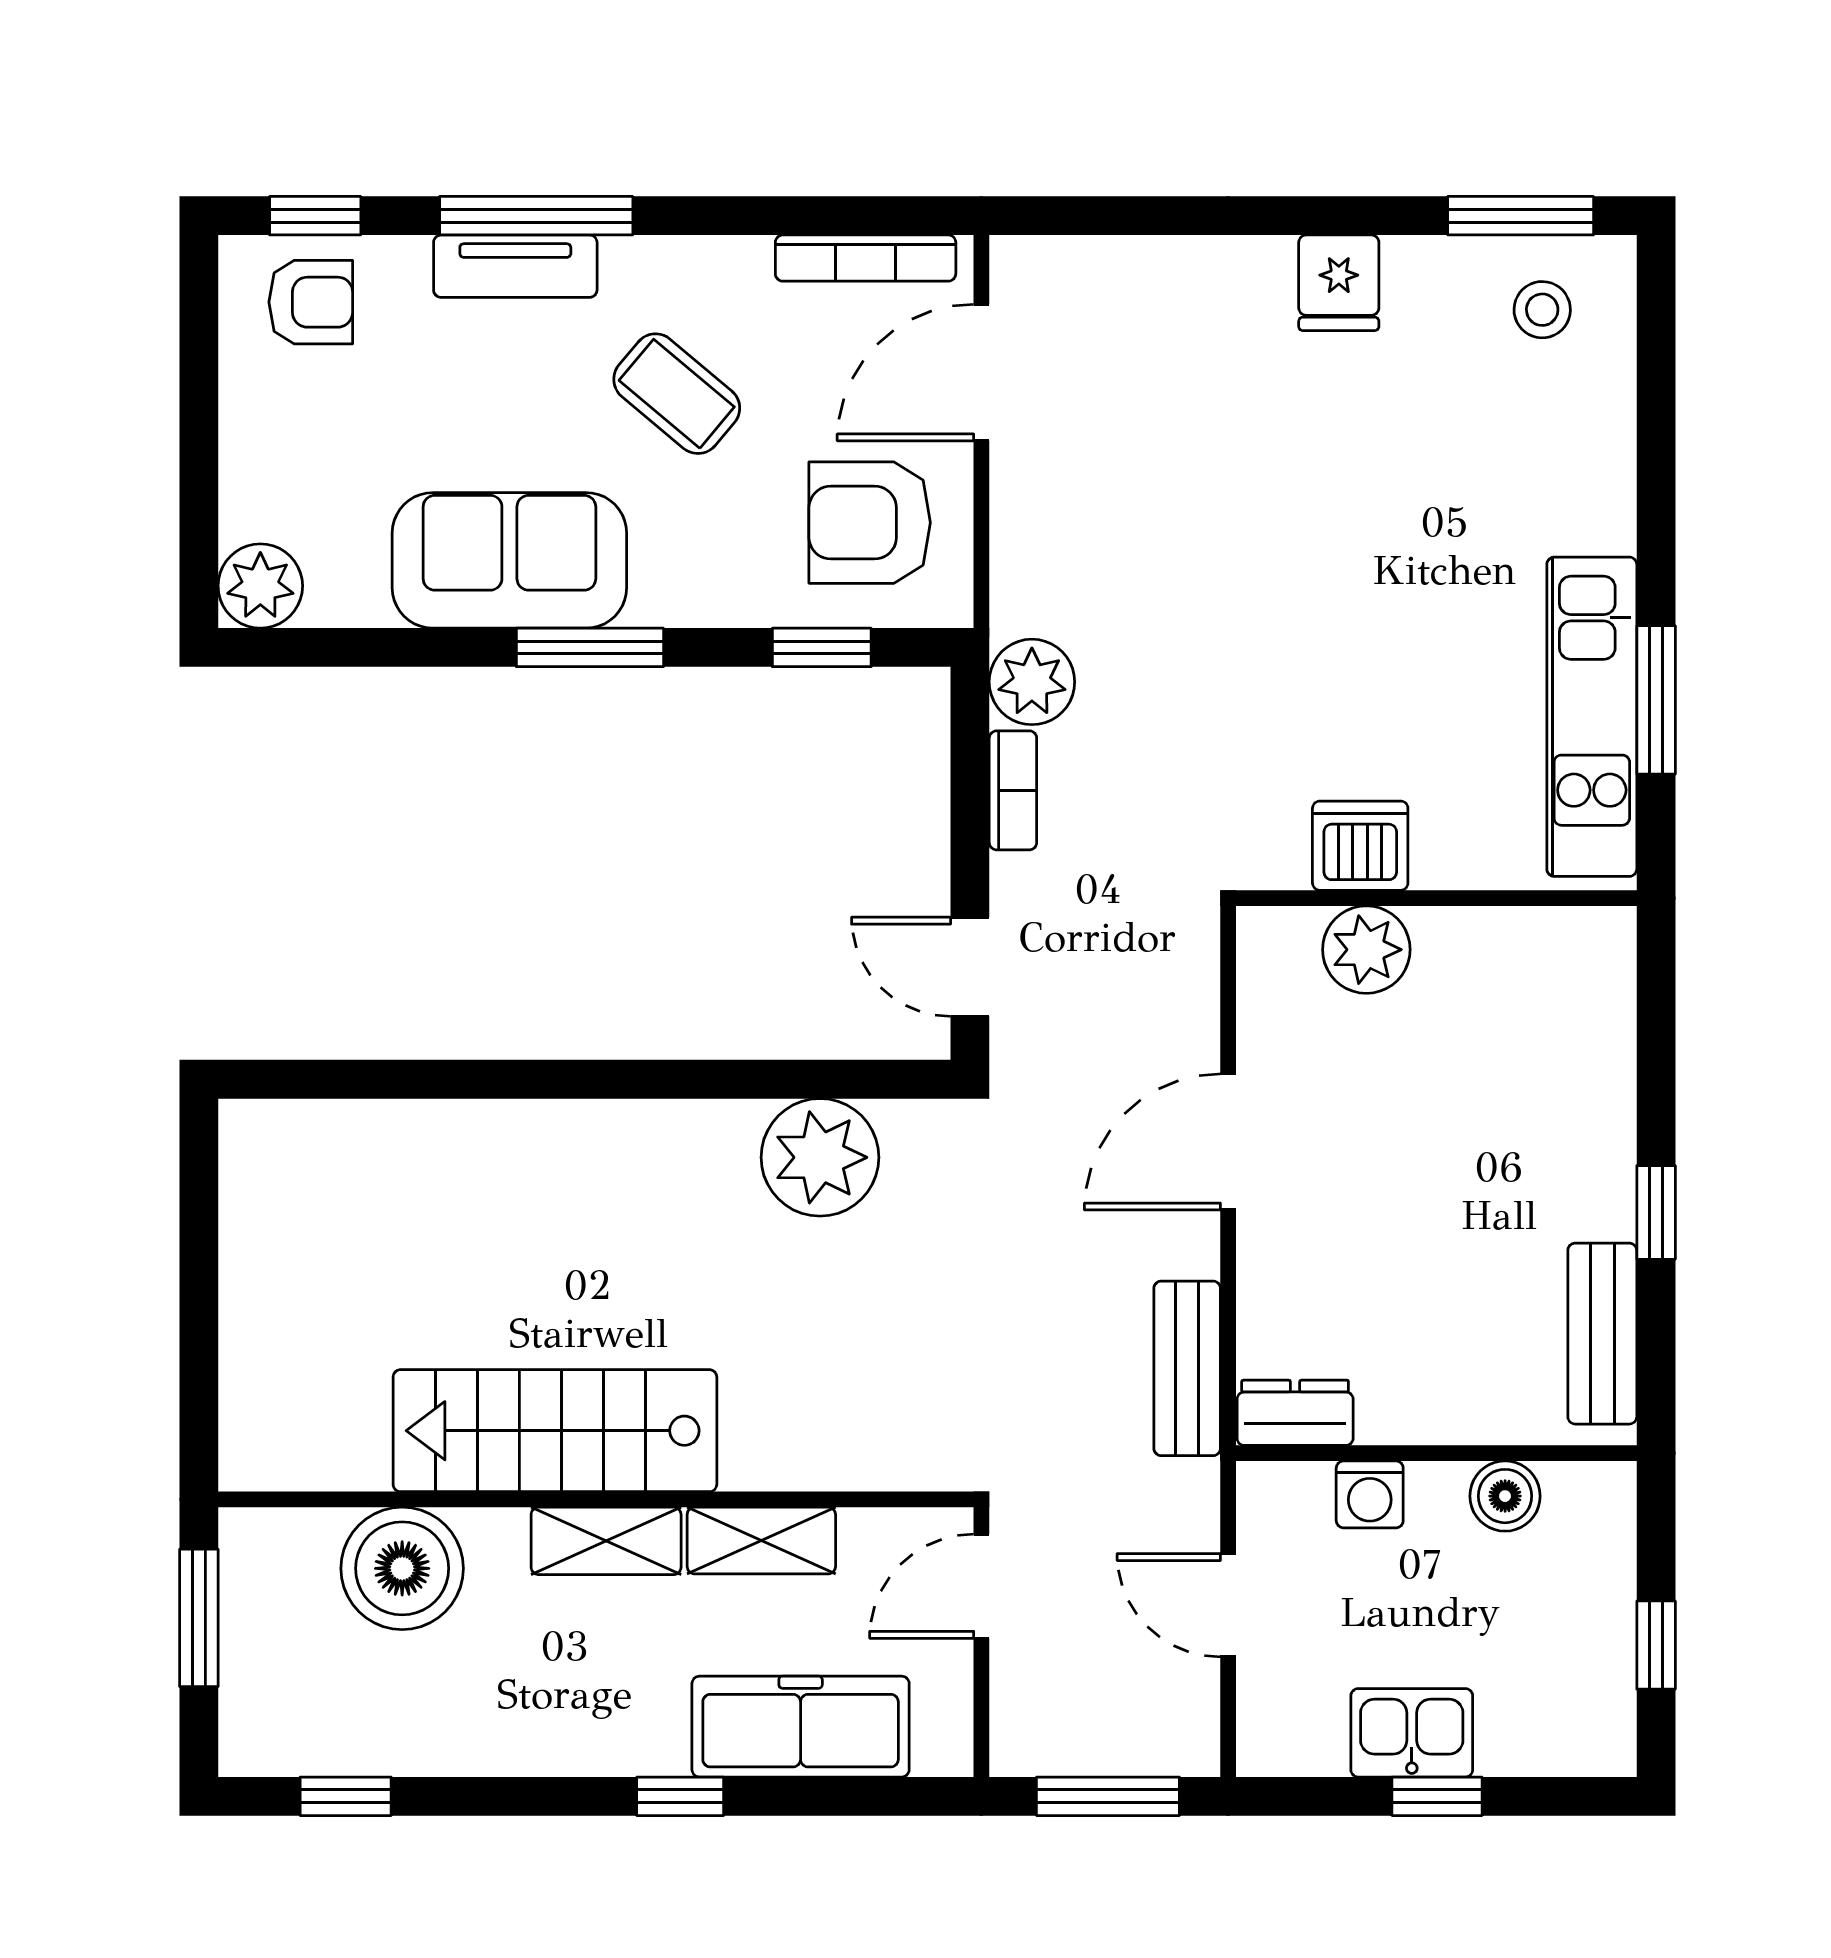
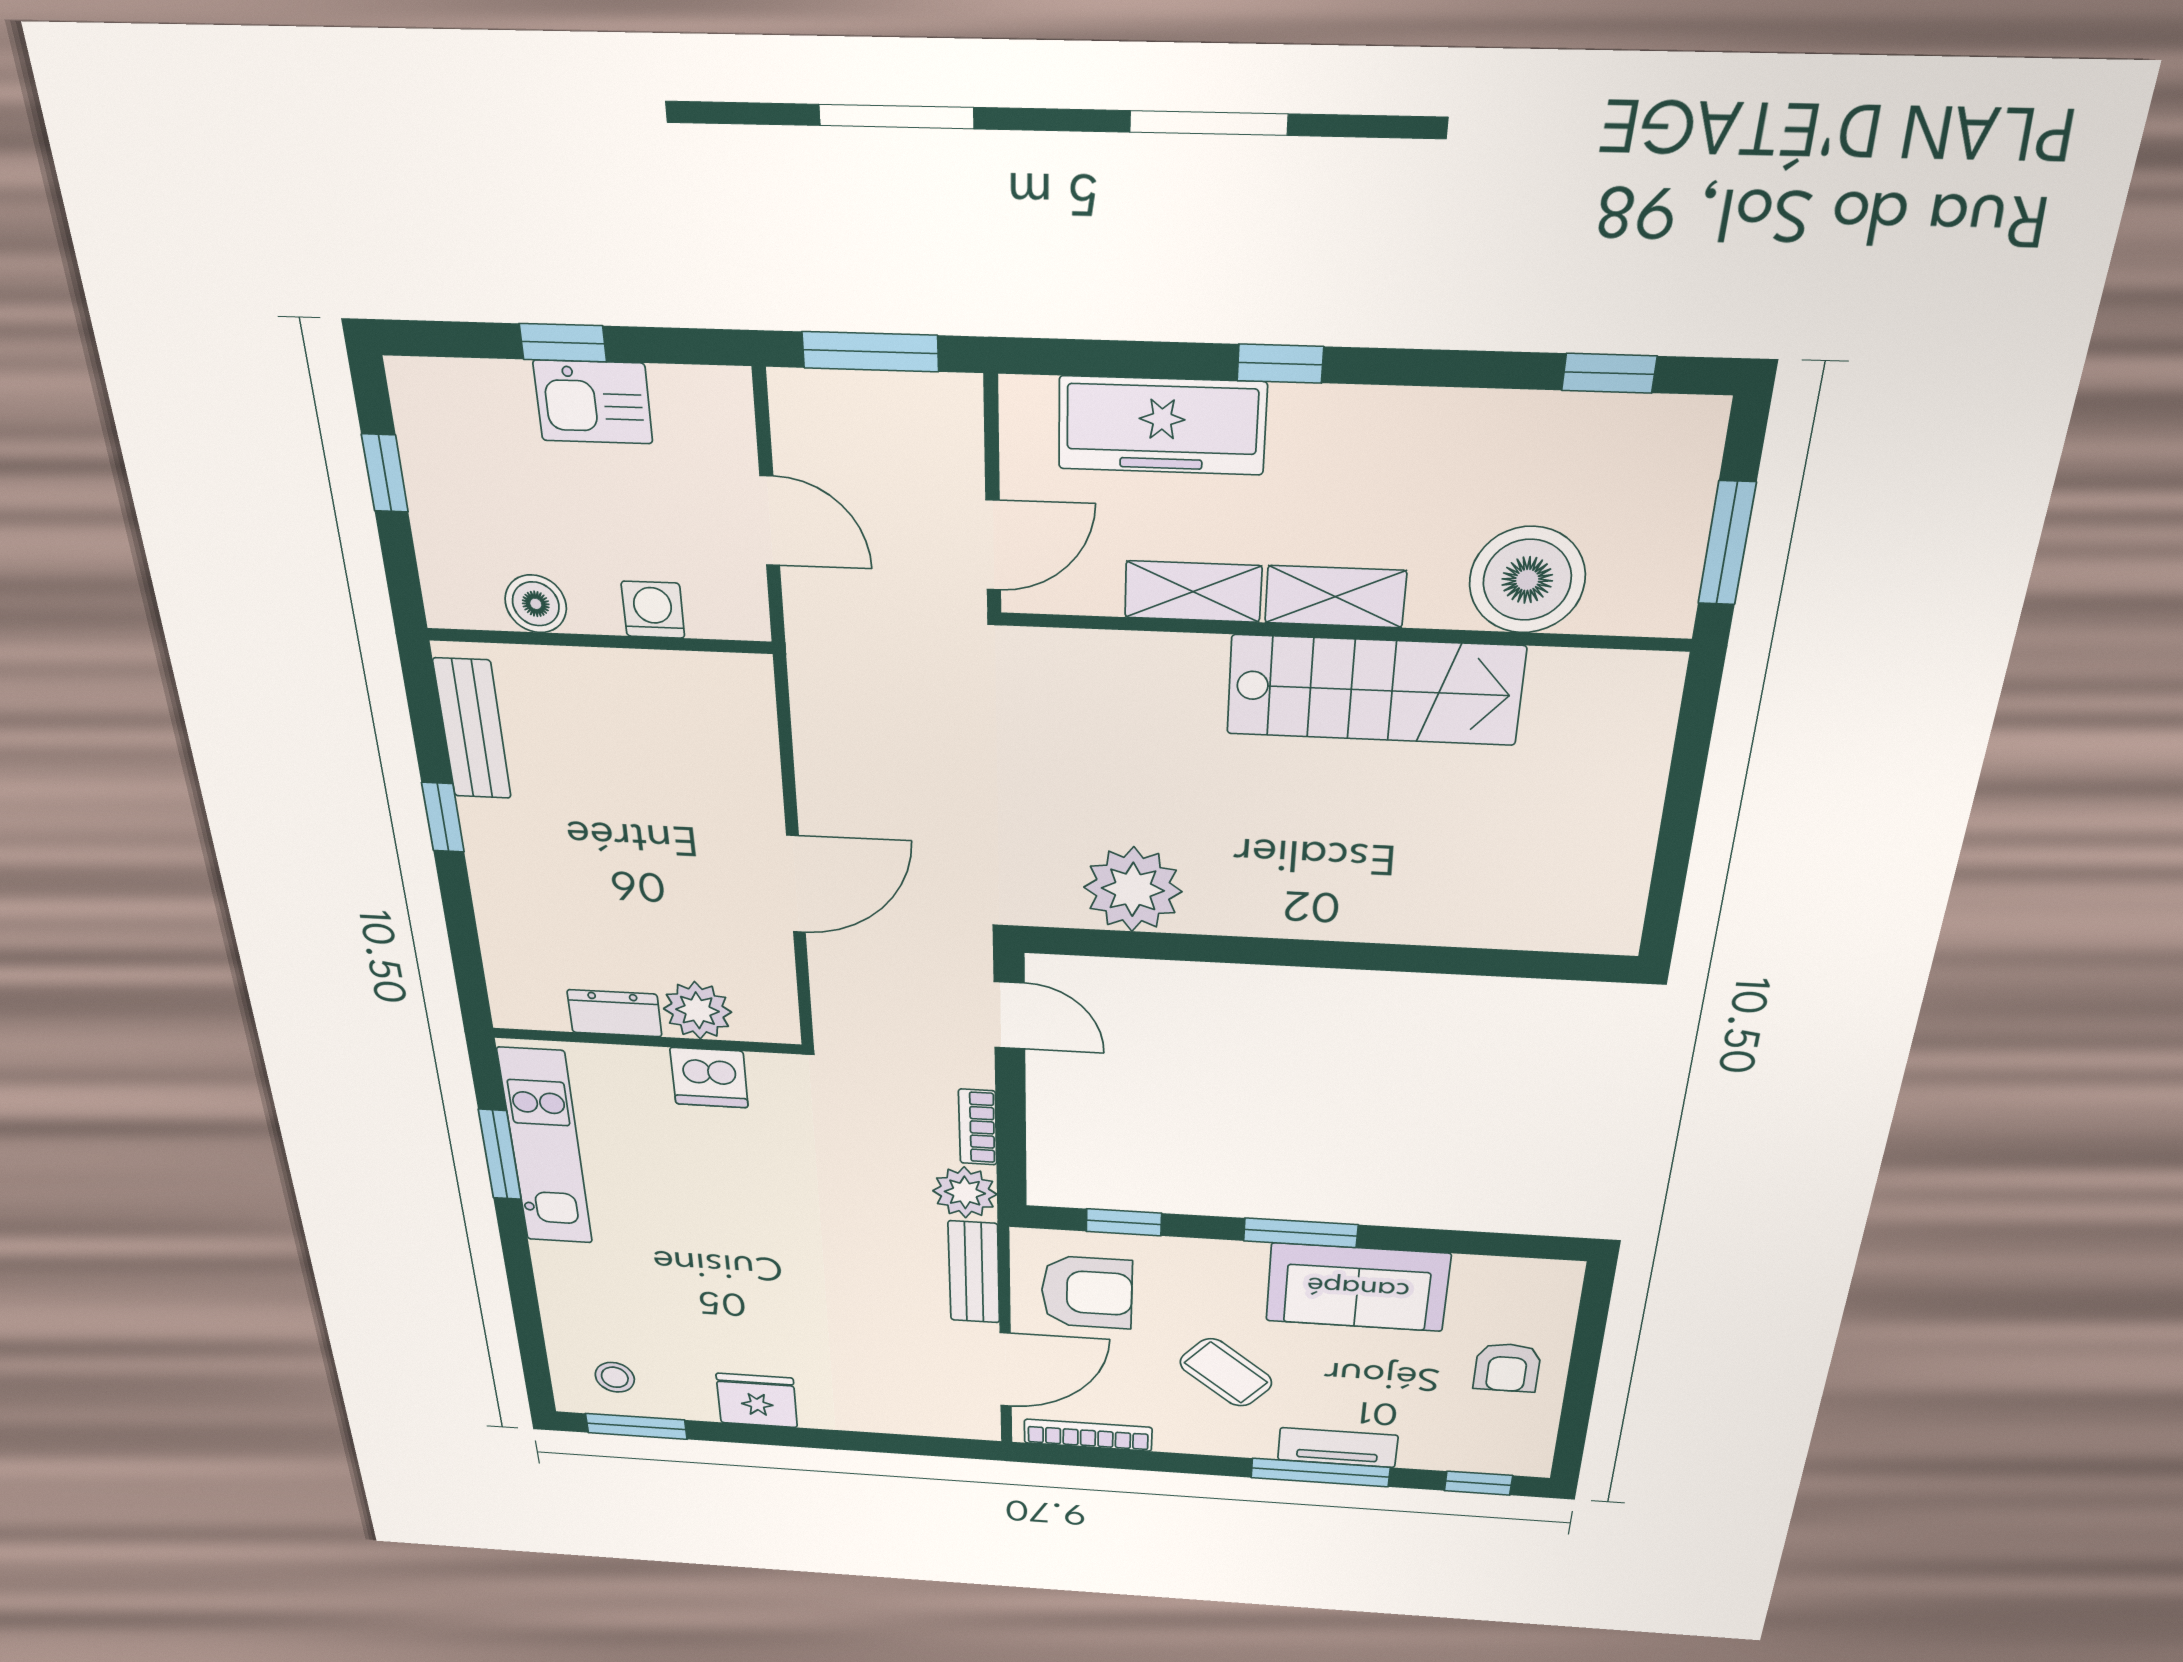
fridge: (1339, 283) -> (757, 1400), width x1.38
armchair: (311, 302) -> (1507, 1368), moved, turned -90
plant: (260, 586) -> (1550, 1284), removed
bench: (1187, 1368) -> (974, 1272), moved
dresser: (1295, 1413) -> (615, 1013), moved, turned 180

